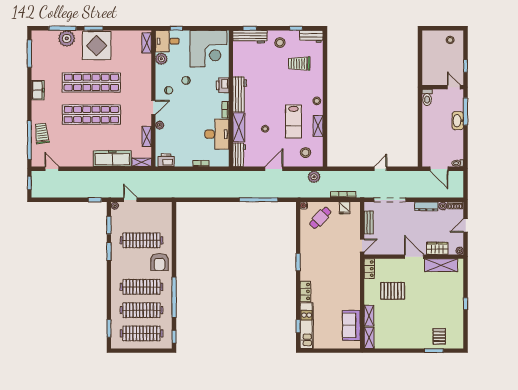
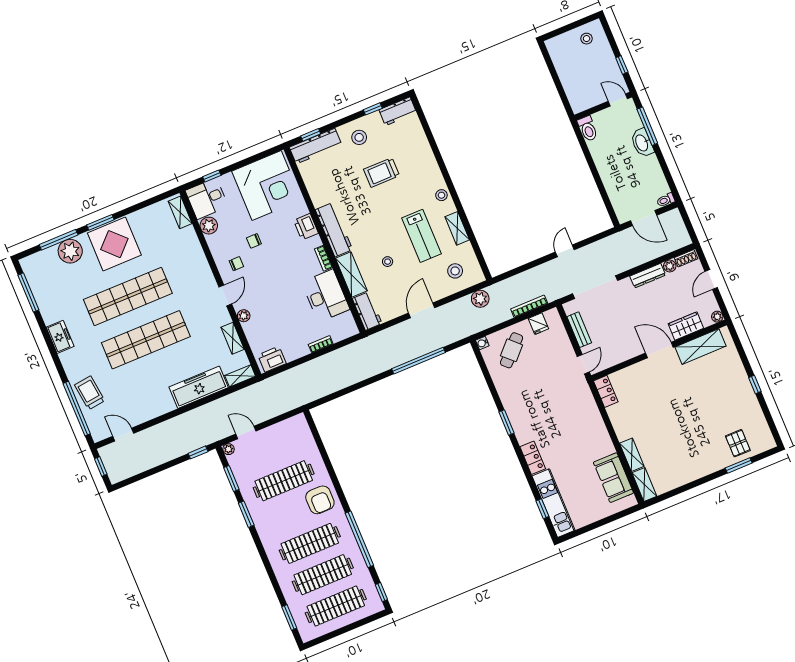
trolley: (299, 64) -> (381, 173), moved
pallet: (393, 291) -> (650, 408), removed

